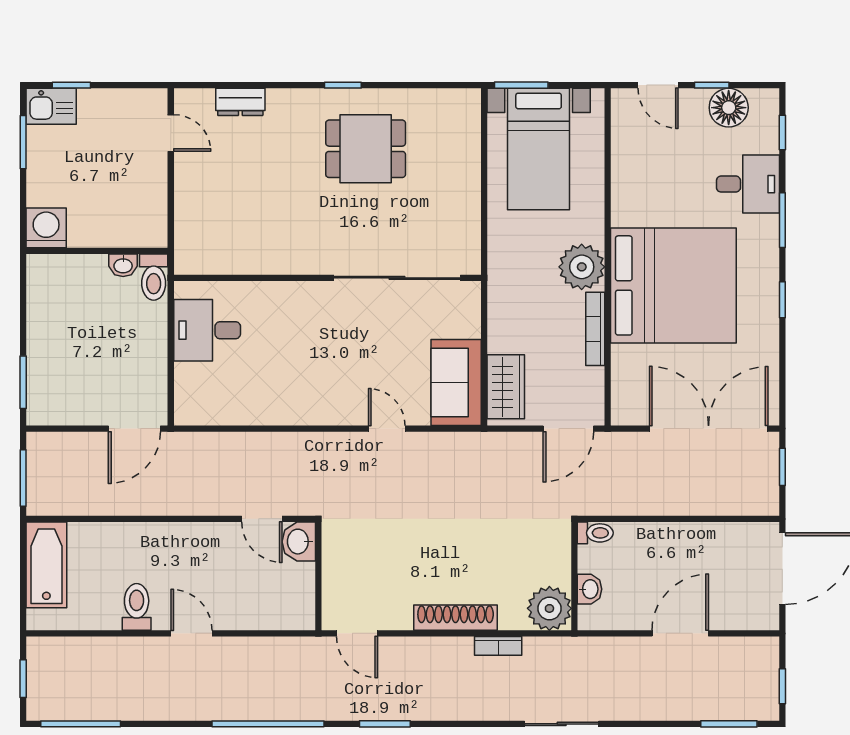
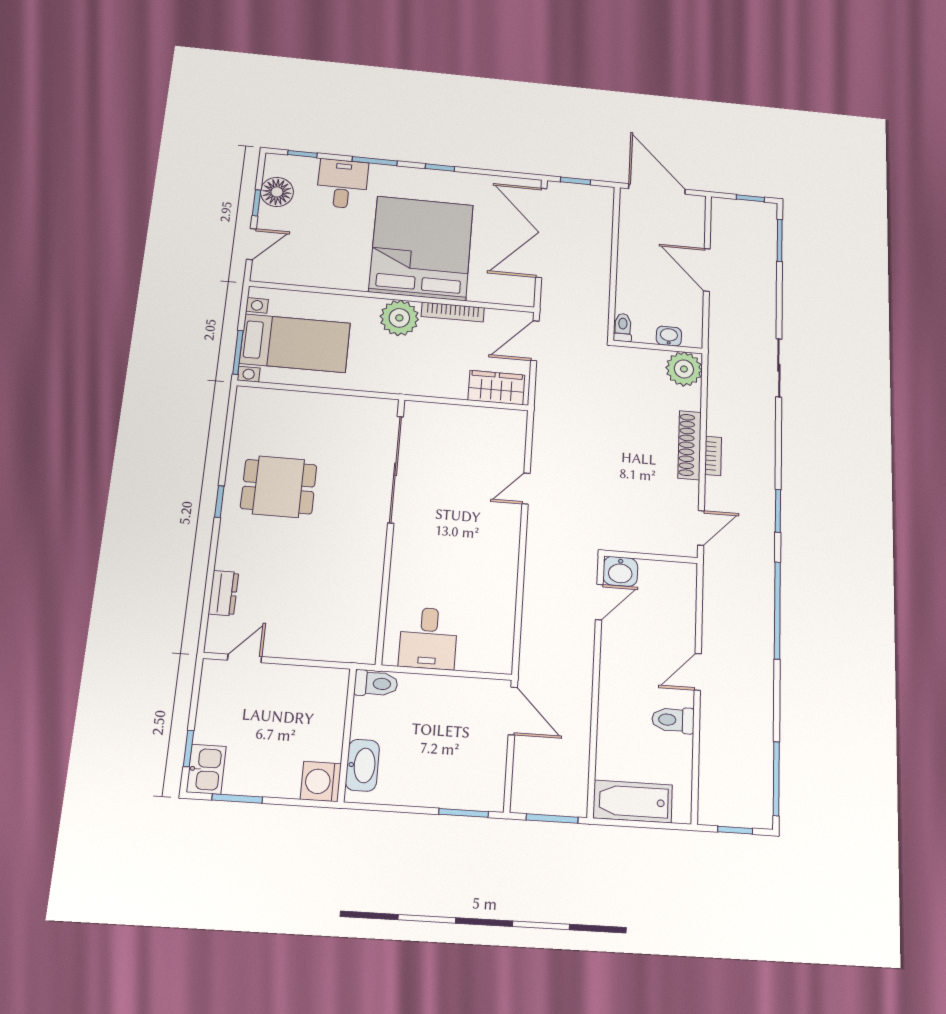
dining table: (366, 149) -> (279, 487), turned 90
washbasin: (123, 265) -> (362, 765), moved, width x1.91, depth x1.45
sofa: (456, 382) -> (490, 428), removed
door: (568, 429) -> (535, 341), swing flipped
bookcase: (498, 646) -> (713, 456), moved

